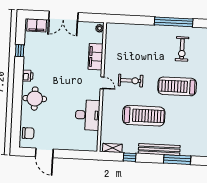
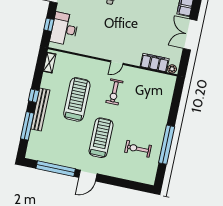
filing cabinet: (96, 57) -> (155, 63), moved
desk: (88, 115) -> (64, 29), moved, turned 90
treadmill: (144, 116) -> (77, 99), turned 180
window: (76, 154) -> (49, 25), added
window: (130, 157) -> (34, 96), moved

